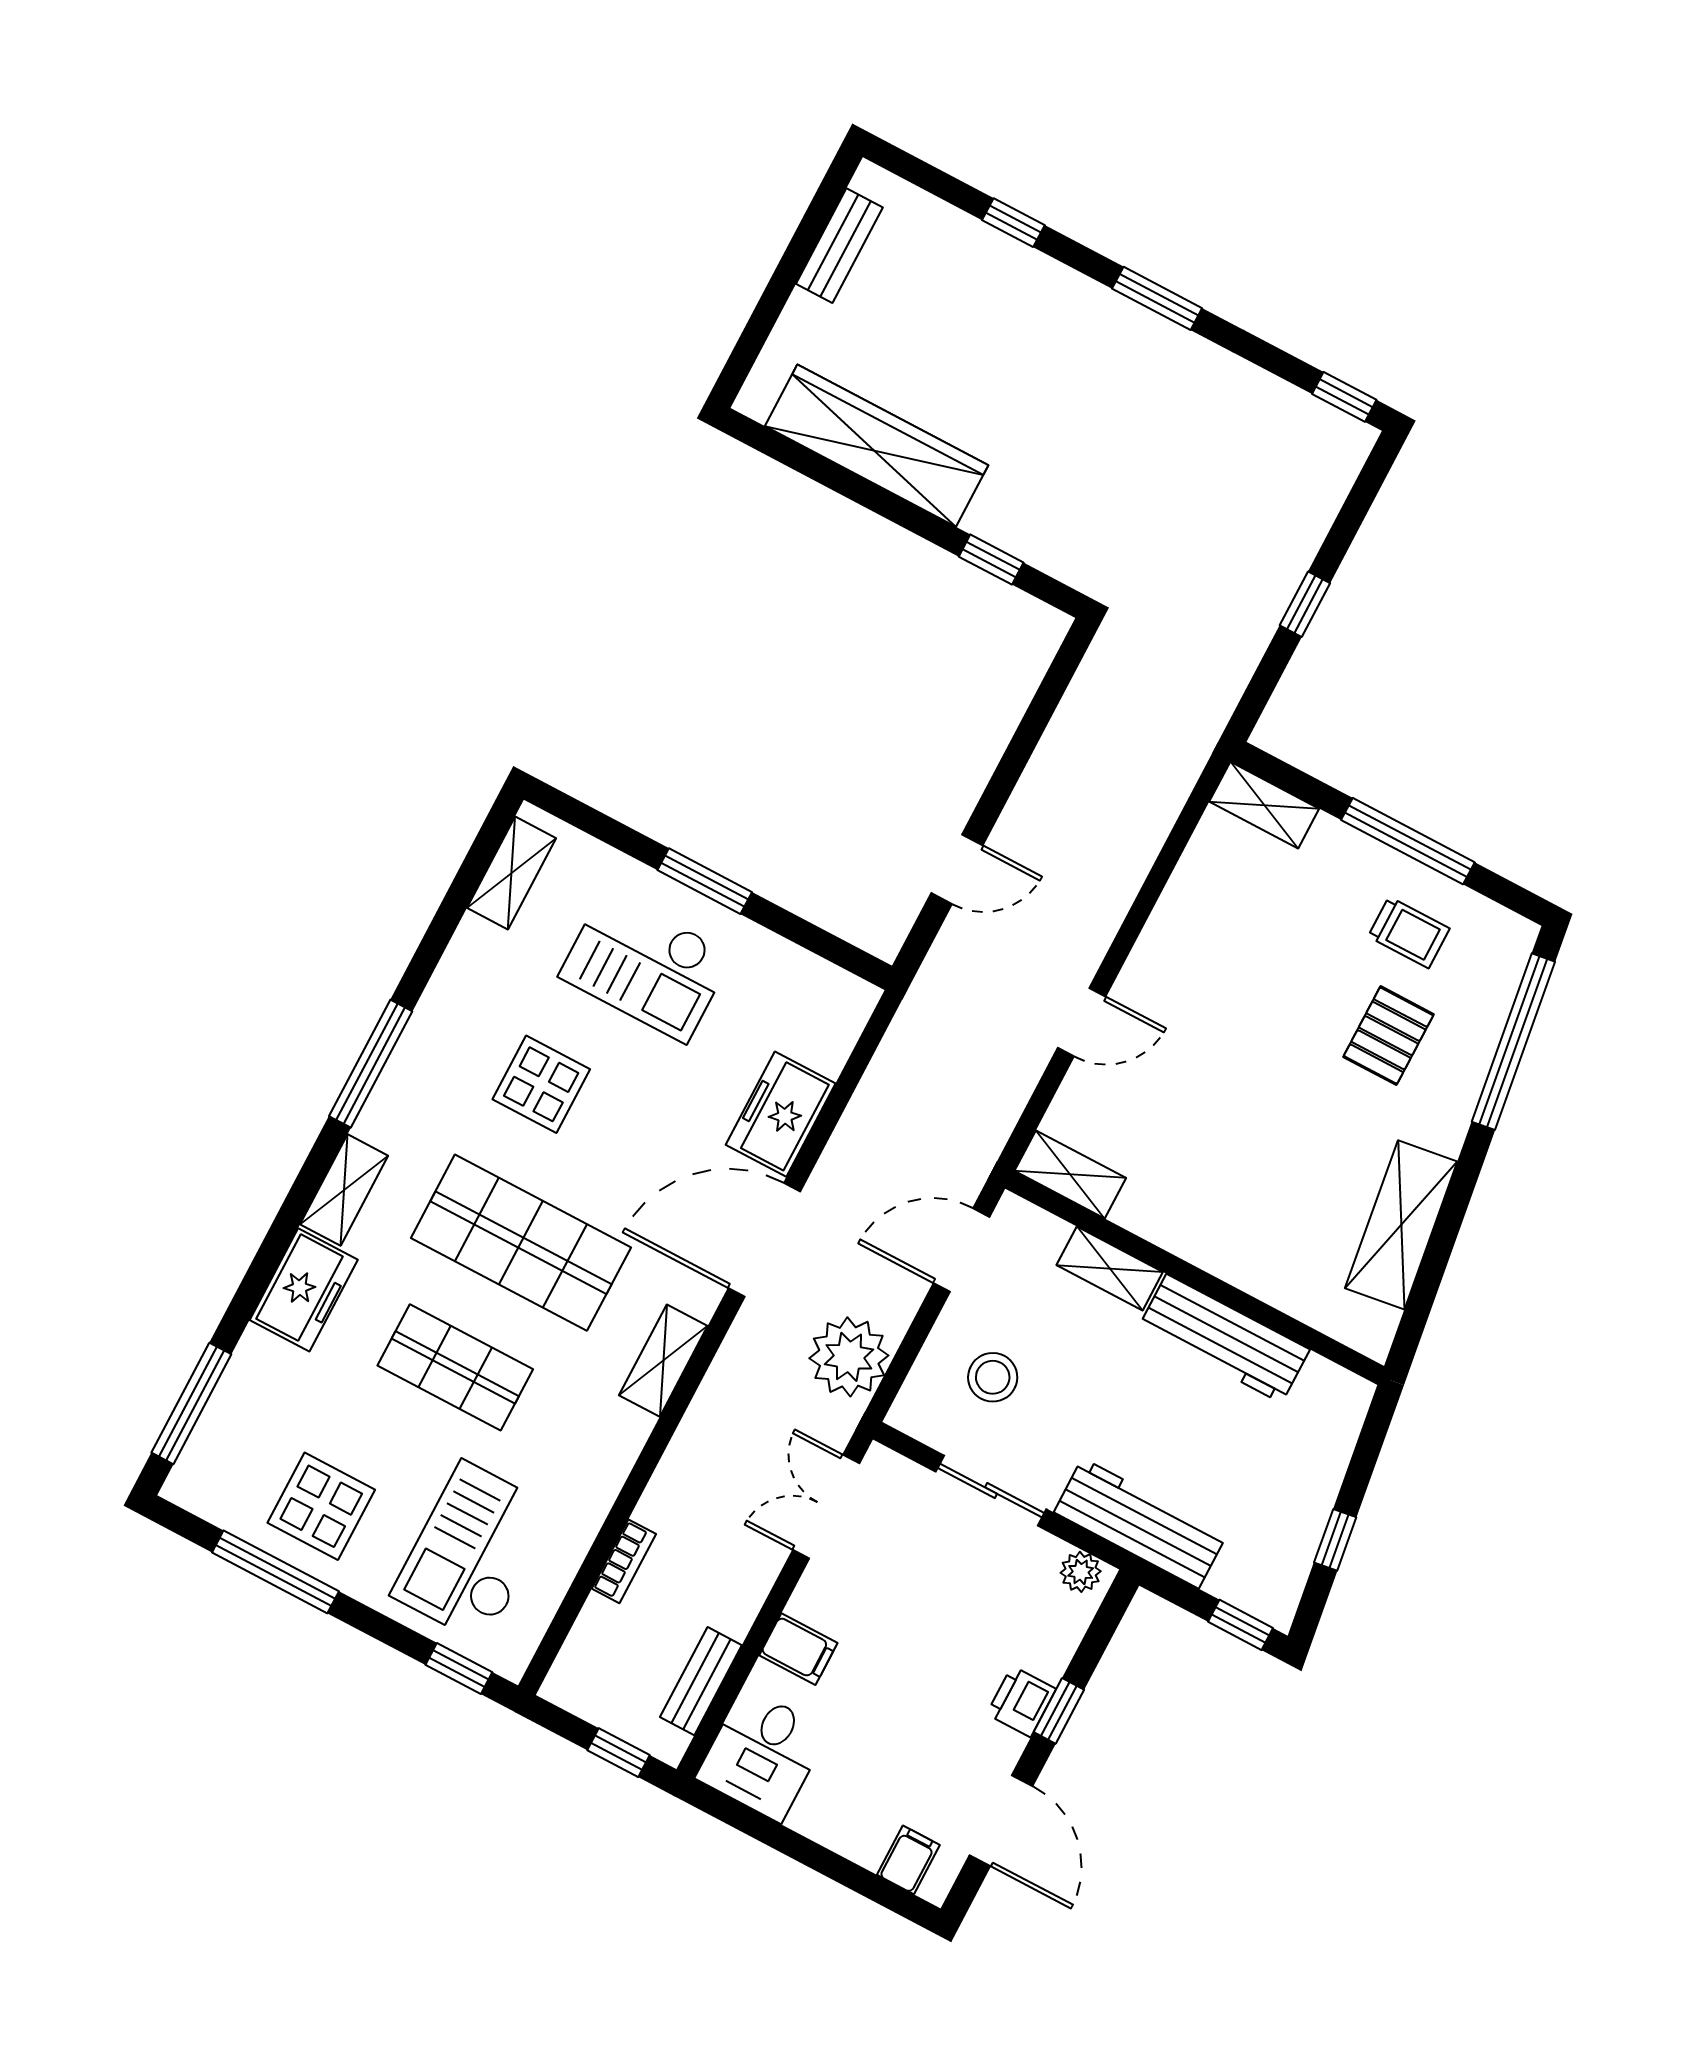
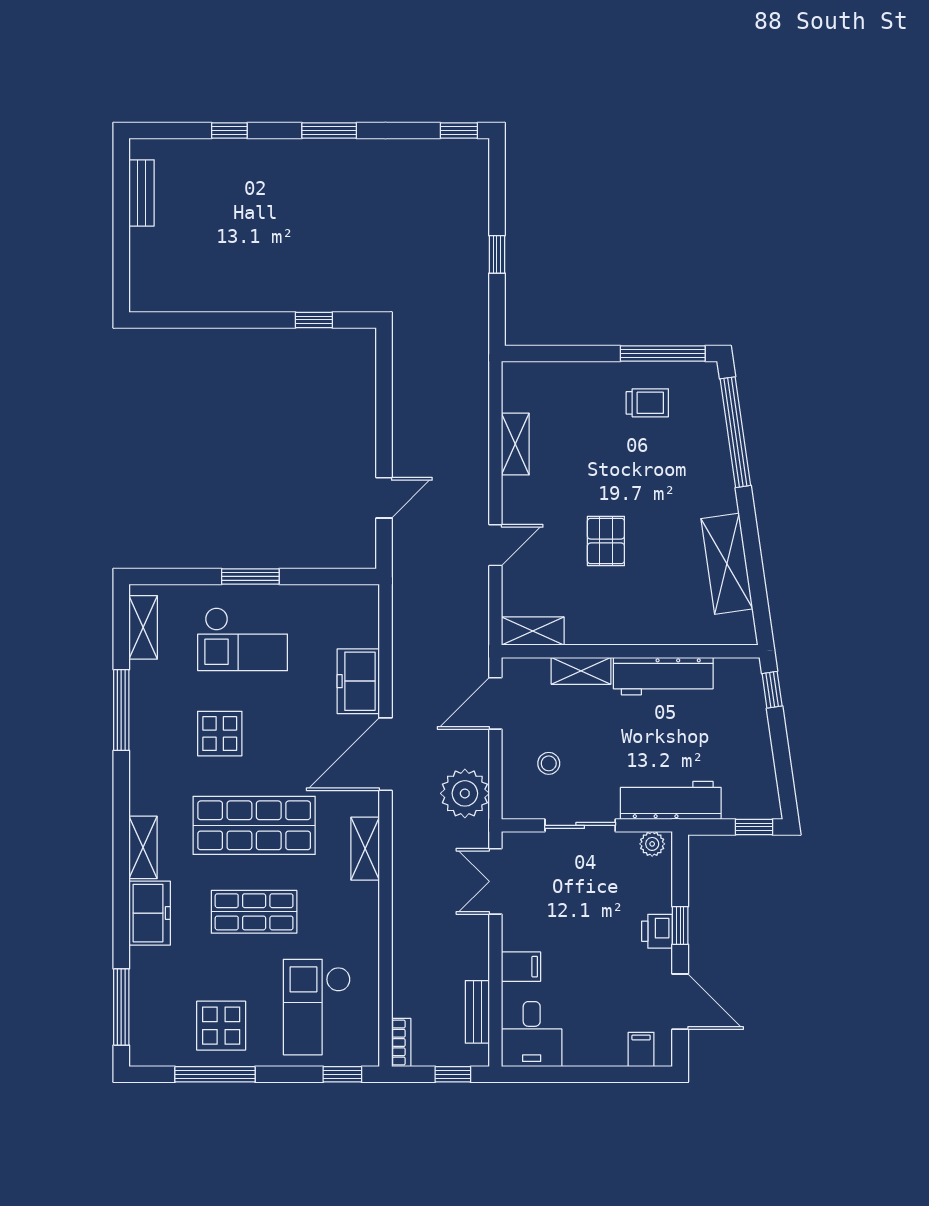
wardrobe: (877, 446) -> (219, 291), removed
shelving: (1264, 805) -> (515, 444), moved, turned 90
window: (1408, 841) -> (663, 354), moved
pallet: (1388, 1036) -> (606, 541), moved
window: (371, 1064) -> (121, 710), moved
stool: (993, 1377) -> (549, 763), width x0.73, depth x0.73
window: (1335, 1540) -> (772, 690), moved
bookcase: (624, 1561) -> (401, 1043), moved

